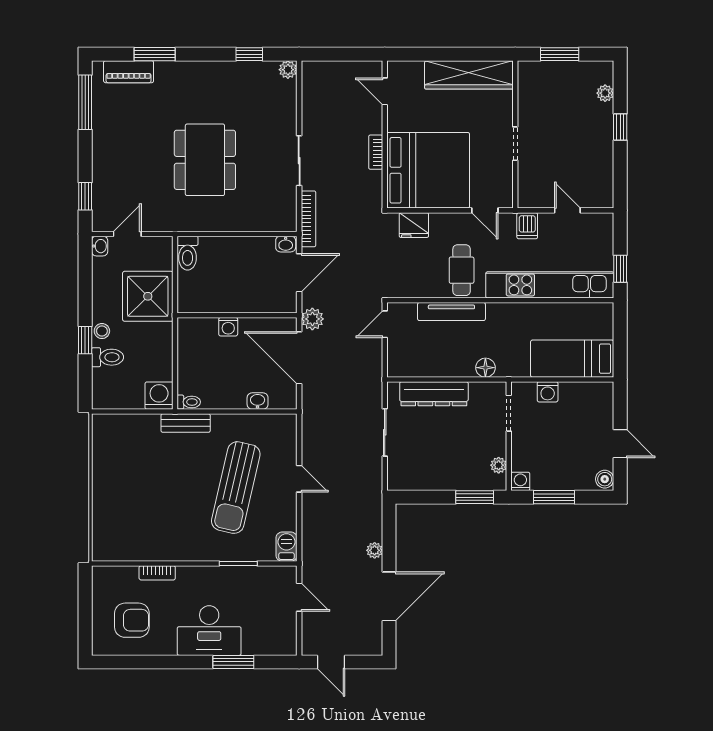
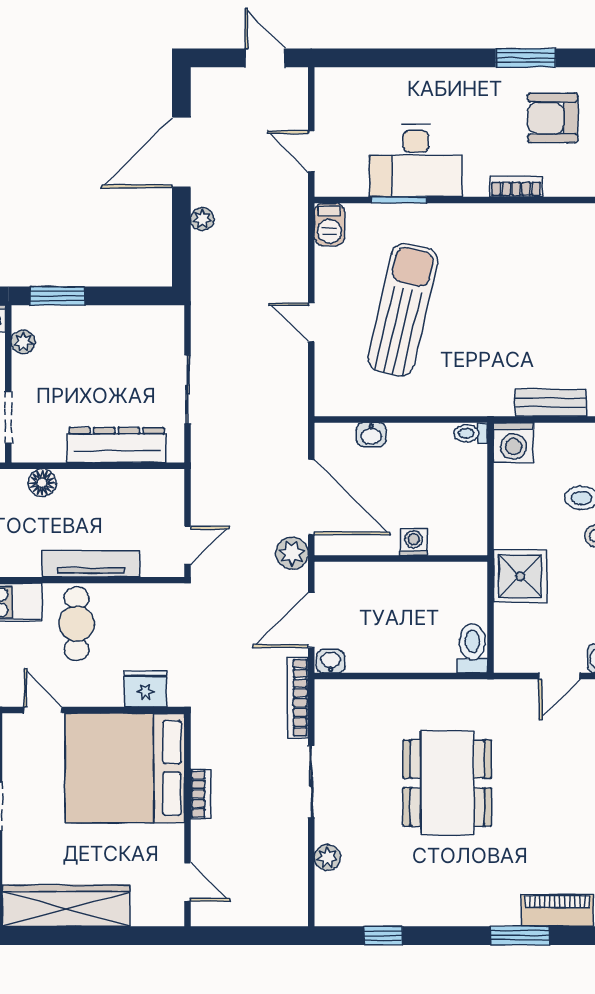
plant: (288, 70) -> (327, 858), moved
shower: (148, 296) -> (520, 576), width x0.73, depth x0.73
bench: (186, 423) -> (550, 403), moved
desk: (209, 631) -> (416, 161), moved, turned 180
window: (233, 662) -> (526, 58), moved

